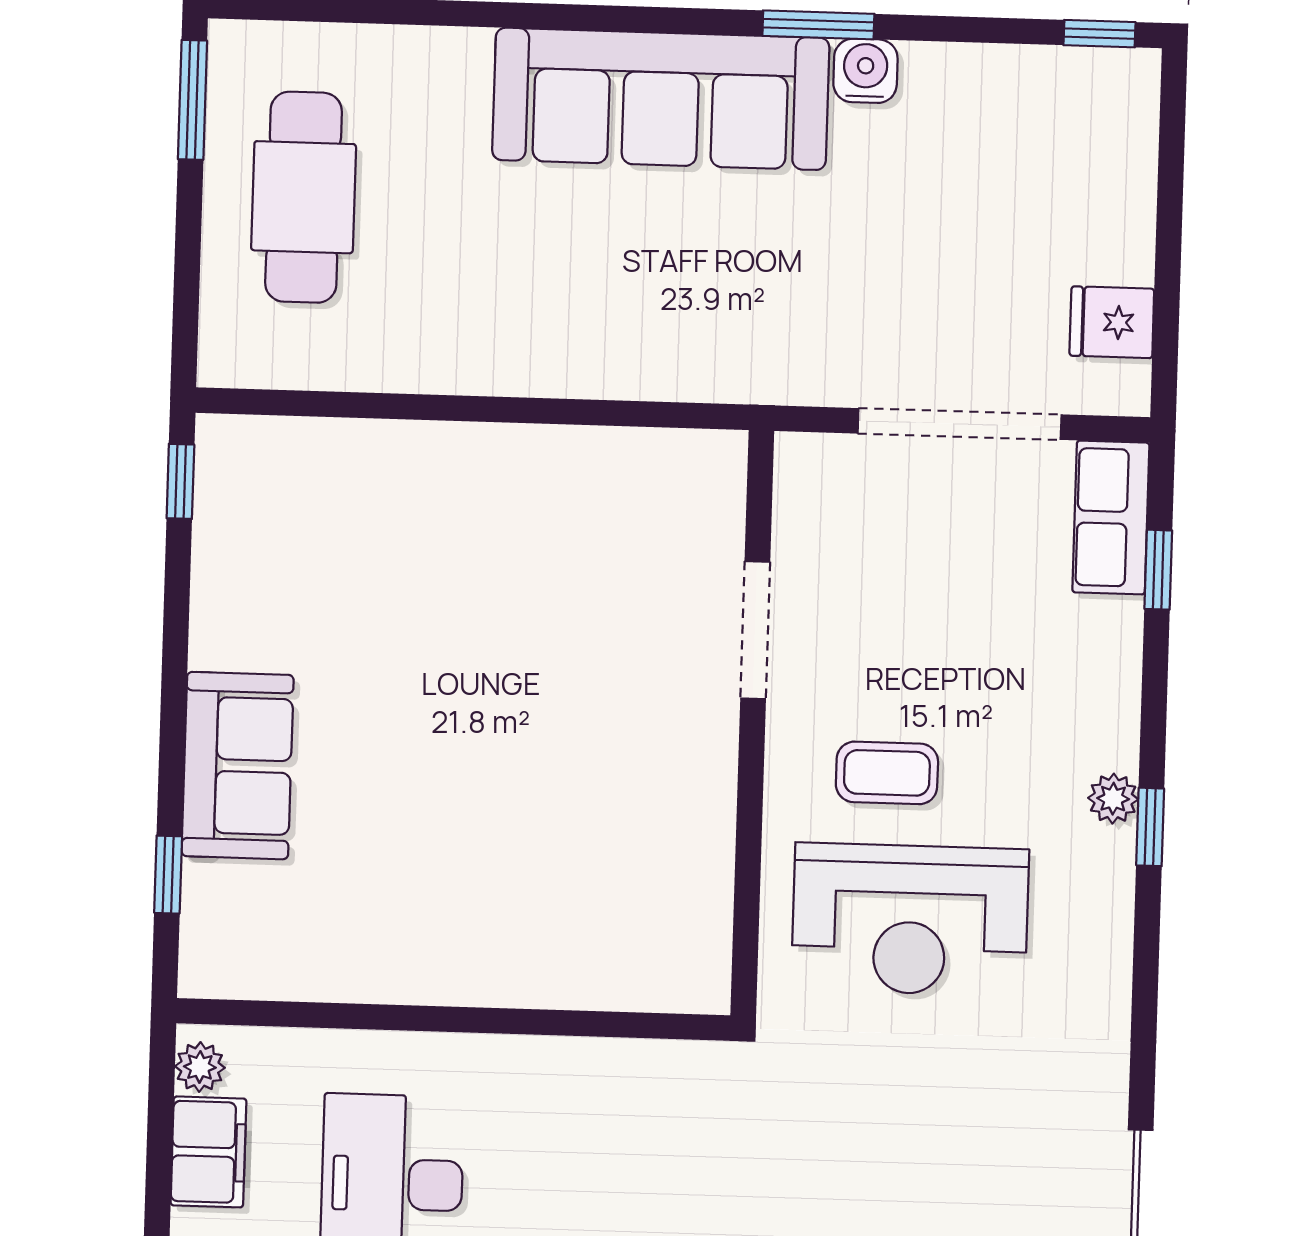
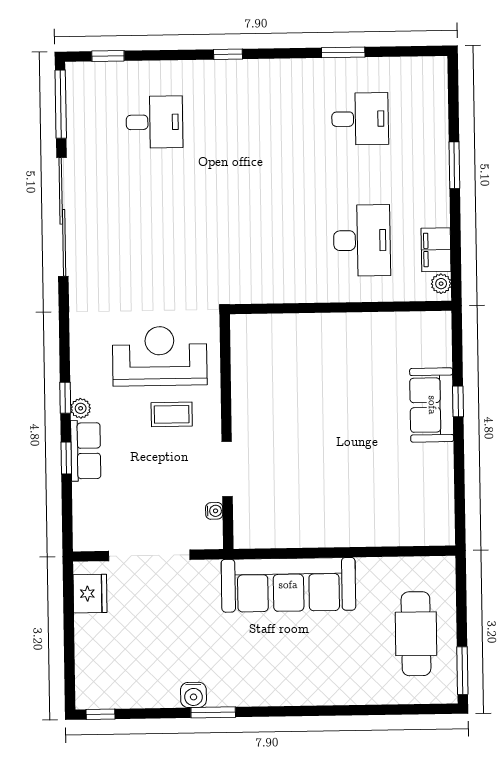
sofa: (661, 99) -> (288, 585), moved, turned 180
fridge: (1112, 322) -> (90, 594), width x1.38
window: (180, 481) -> (460, 518), removed
row of seats: (1111, 517) -> (86, 451), moved
water cooler: (792, 527) -> (214, 511), added
window: (1158, 570) -> (66, 458), moved
window: (168, 875) -> (458, 401), moved

